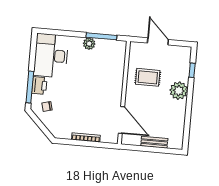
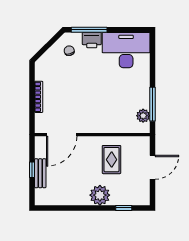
plant: (89, 44) -> (143, 116), moved
window: (151, 149) -> (32, 170), added

